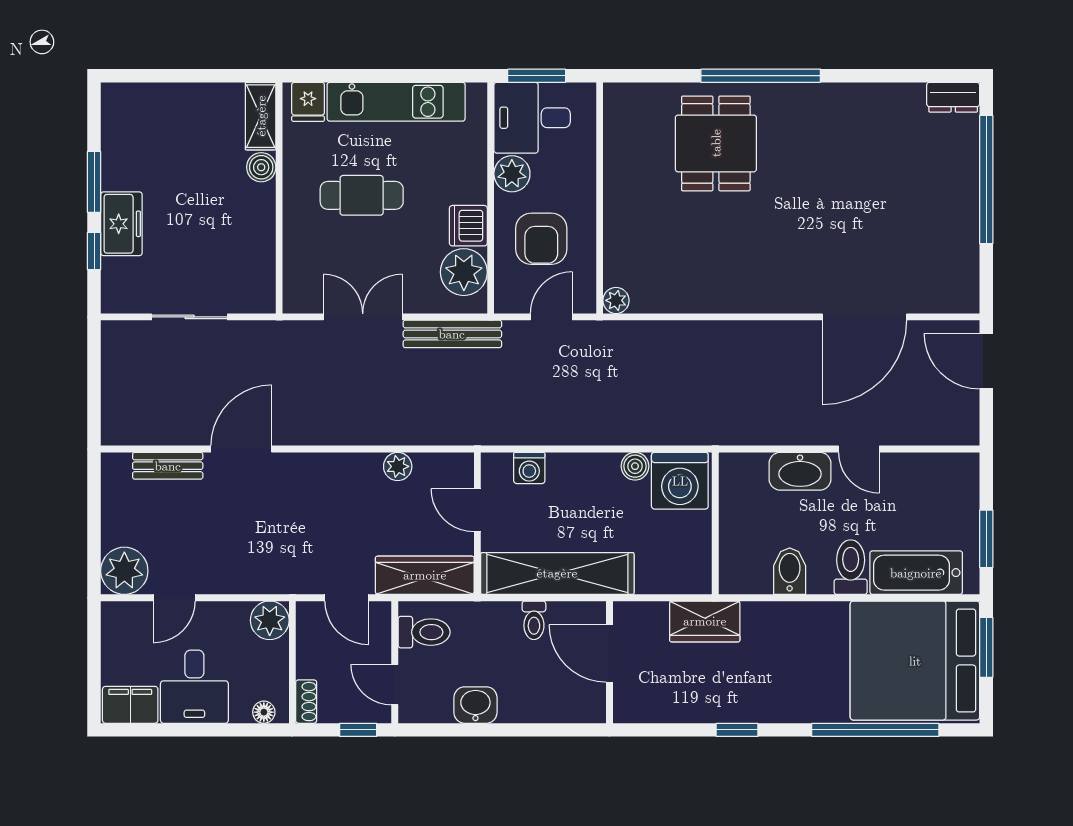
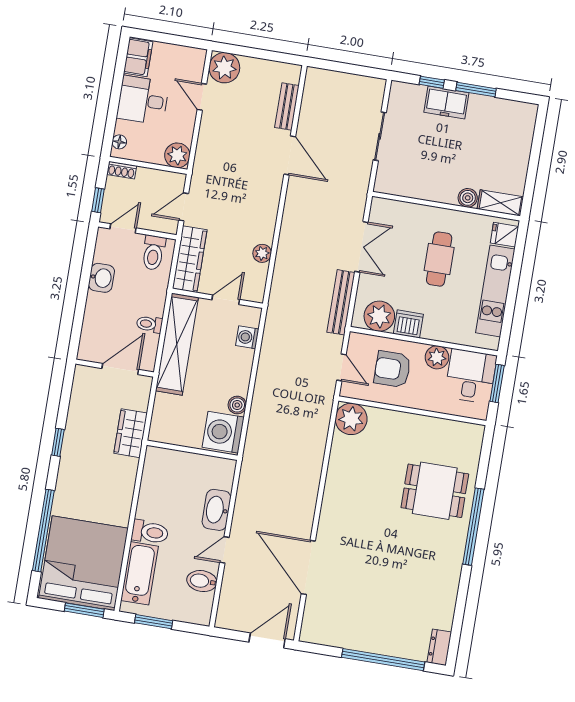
plant: (616, 300) -> (351, 419), width x1.87, depth x1.87
bidet: (790, 571) -> (202, 581), moved, turned 180

